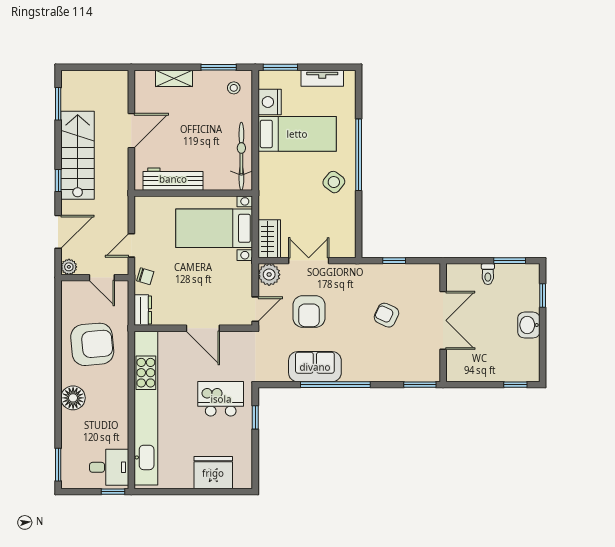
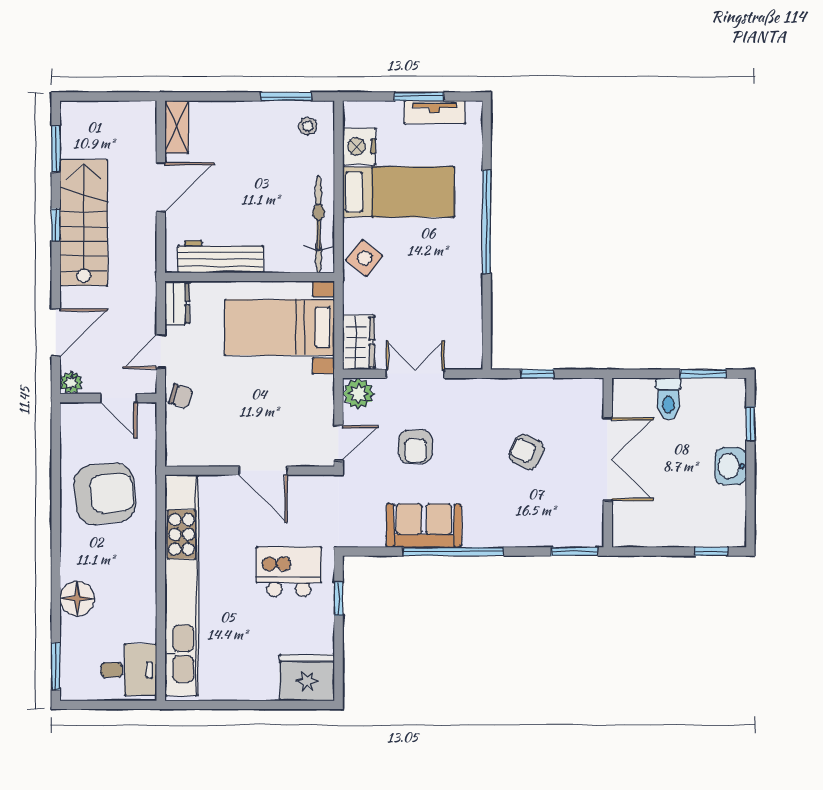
window: (280, 67) -> (419, 96), moved
shelving: (174, 78) -> (177, 127), moved, turned 90
window: (58, 180) -> (56, 225), moved
side table: (334, 182) -> (364, 258), moved
toilet: (488, 274) -> (668, 399), width x1.37, depth x1.39
dresser: (143, 310) -> (177, 303), moved
armchair: (309, 311) -> (415, 447), width x0.72, depth x0.72
floor lamp: (73, 398) -> (77, 599), moved
fridge: (213, 473) -> (307, 678), moved
window: (113, 492) -> (134, 705), removed

